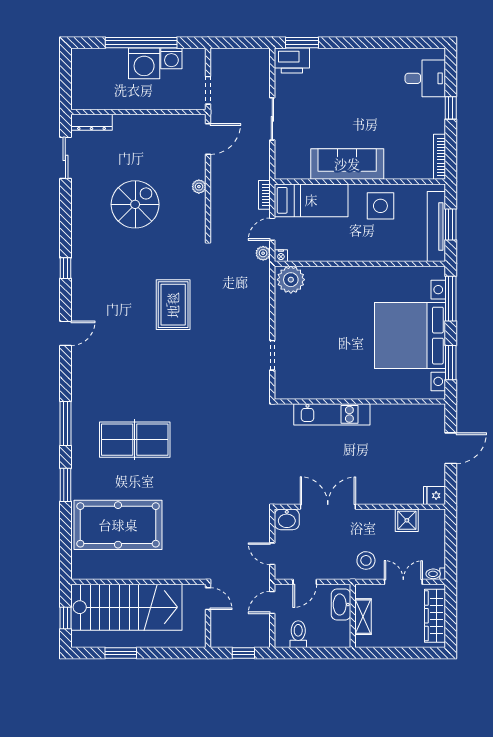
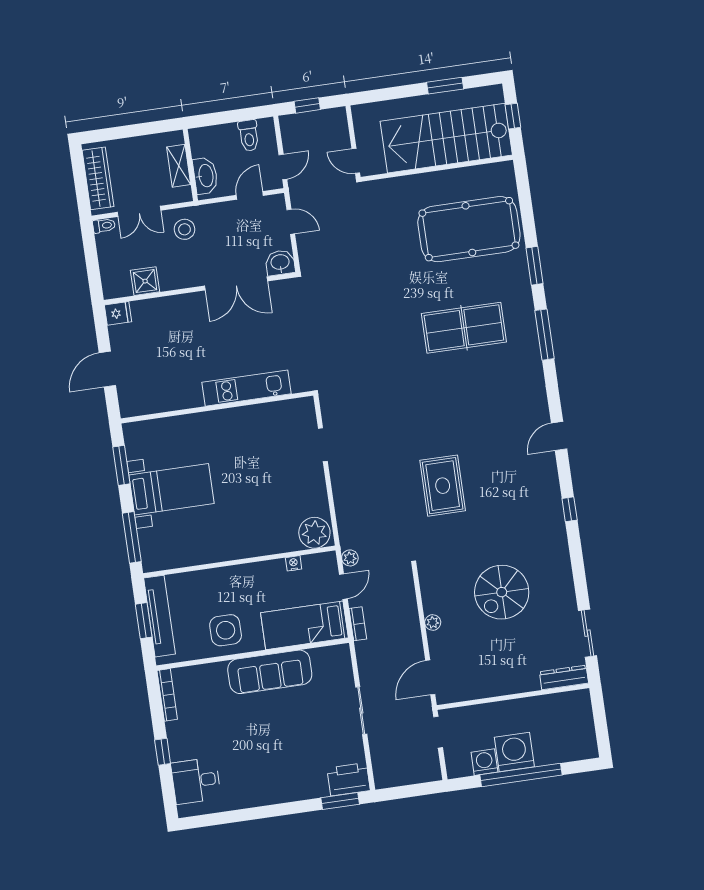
nightstand: (281, 256) -> (294, 563), moved
bed with nightstands: (410, 336) -> (171, 489), width x0.54

